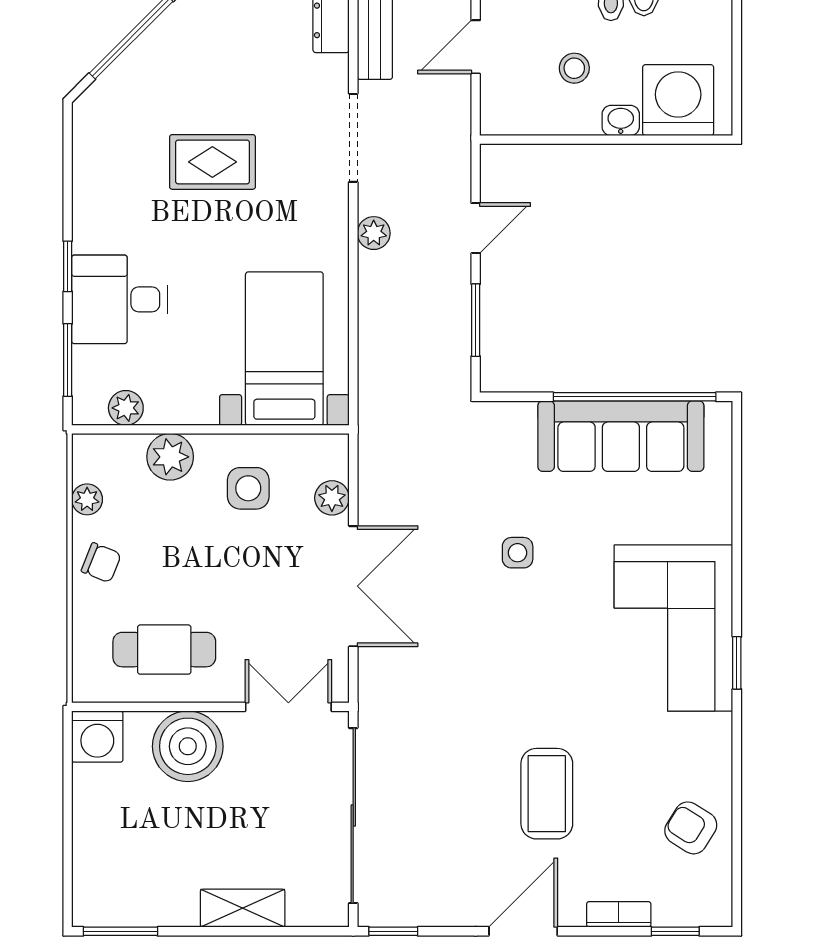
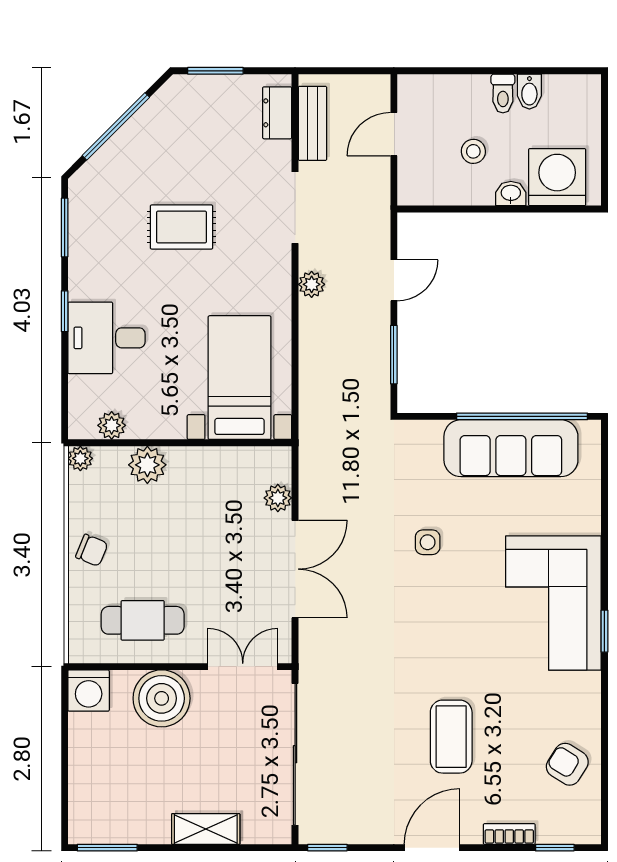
window: (68, 360) -> (65, 227), moved
side table: (248, 488) -> (210, 490), removed
plant: (87, 499) -> (80, 458), moved

